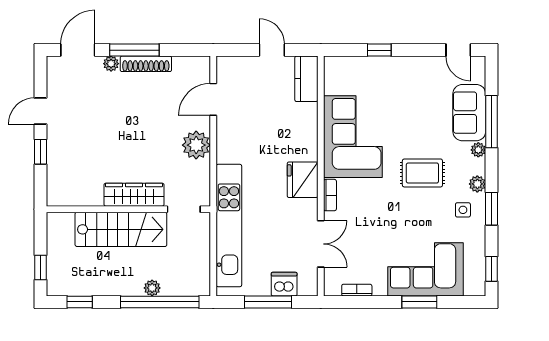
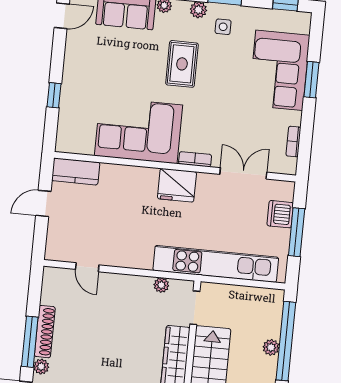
door: (213, 99) -> (87, 267), width x0.73
plant: (196, 145) -> (161, 285), moved, width x0.53, depth x0.53

